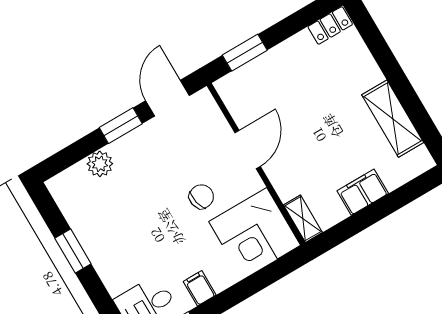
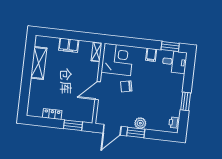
locker: (330, 25) -> (52, 114), moved
plant: (100, 164) -> (140, 123), moved
printer: (65, 197) -> (174, 123), added

